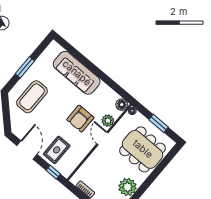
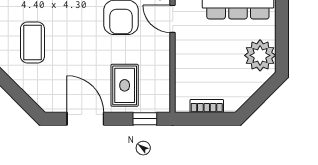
coffee table: (32, 97) -> (32, 42), width x0.73, depth x0.76

